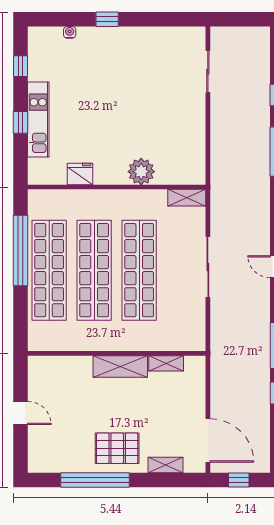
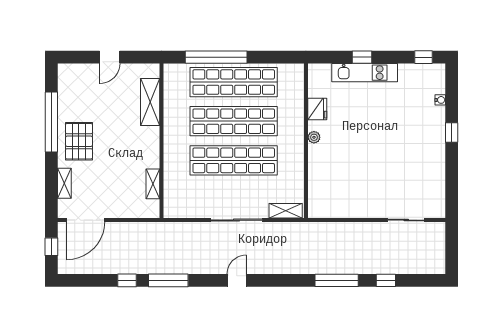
window: (20, 66) -> (423, 57), moved
plant: (141, 172) -> (314, 137), moved, width x0.53, depth x0.53
shelving: (187, 198) -> (286, 211), moved, turned 90
window: (20, 250) -> (216, 57), moved
shelving: (120, 366) -> (150, 102), moved

